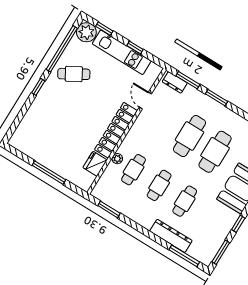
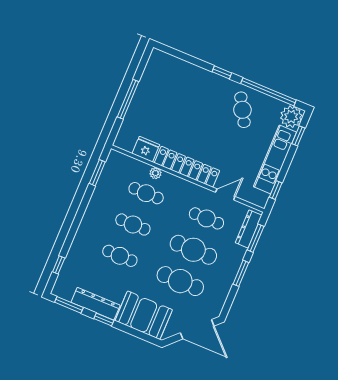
window: (135, 48) -> (276, 190), moved
dresser: (175, 82) -> (249, 229), width x1.44
cafe table: (164, 120) -> (206, 218), added
dresser: (171, 236) -> (96, 304), moved, turned -90
window: (184, 256) -> (59, 265), width x0.46

